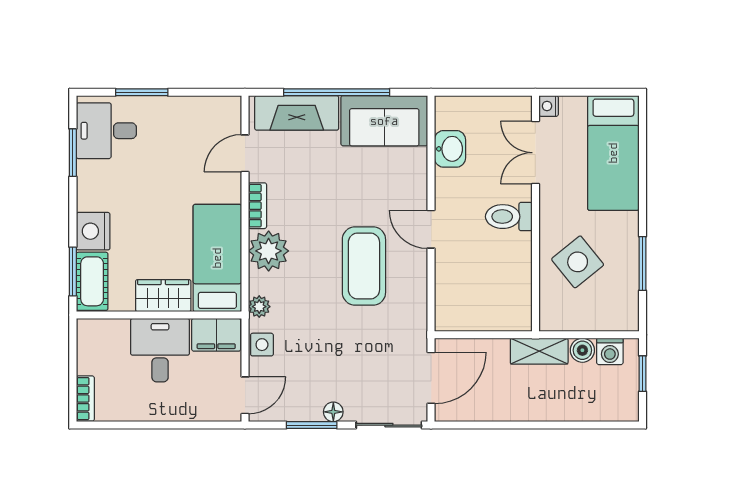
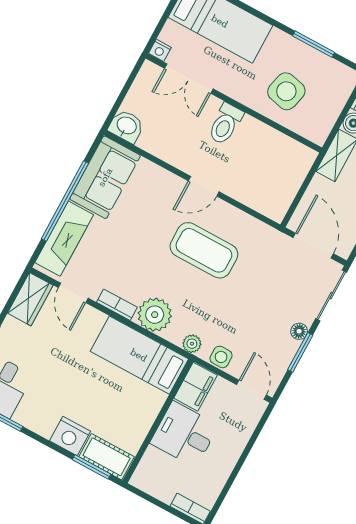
washbasin: (450, 149) -> (126, 126), moved
side table: (578, 262) -> (286, 91), turned -38
wardrobe: (163, 296) -> (30, 299), moved, turned 180

